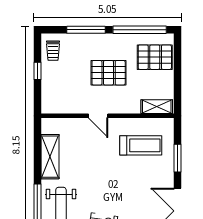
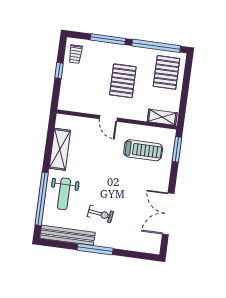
pallet: (155, 57) -> (166, 72), turned 90
pallet: (109, 73) -> (123, 81), turned 90
window: (178, 158) -> (177, 149), moved

